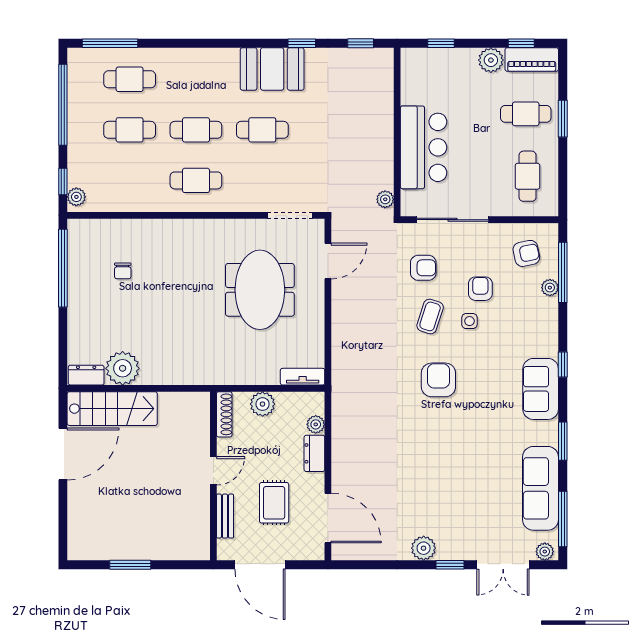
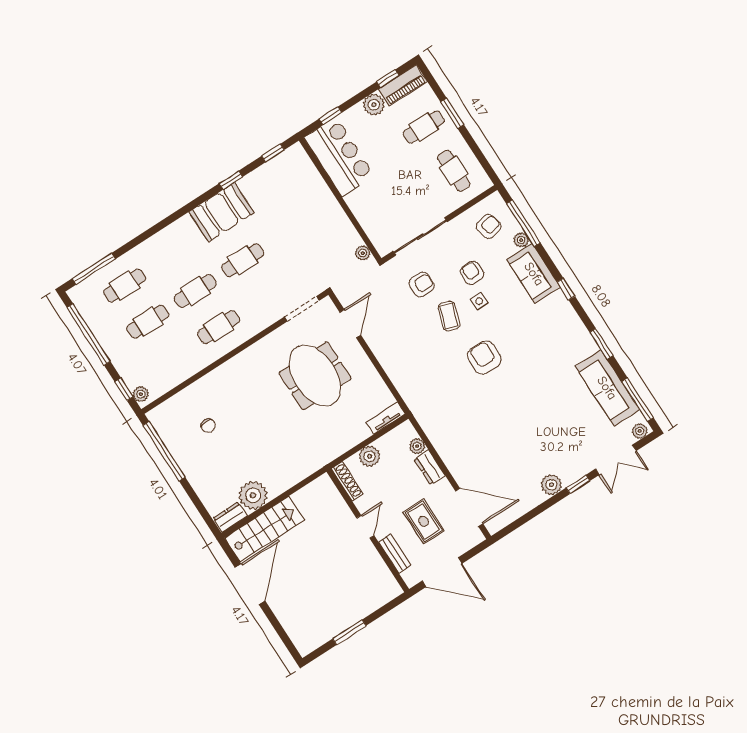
bar counter: (424, 147) -> (339, 157), moved
sofa: (541, 389) -> (534, 274), moved

